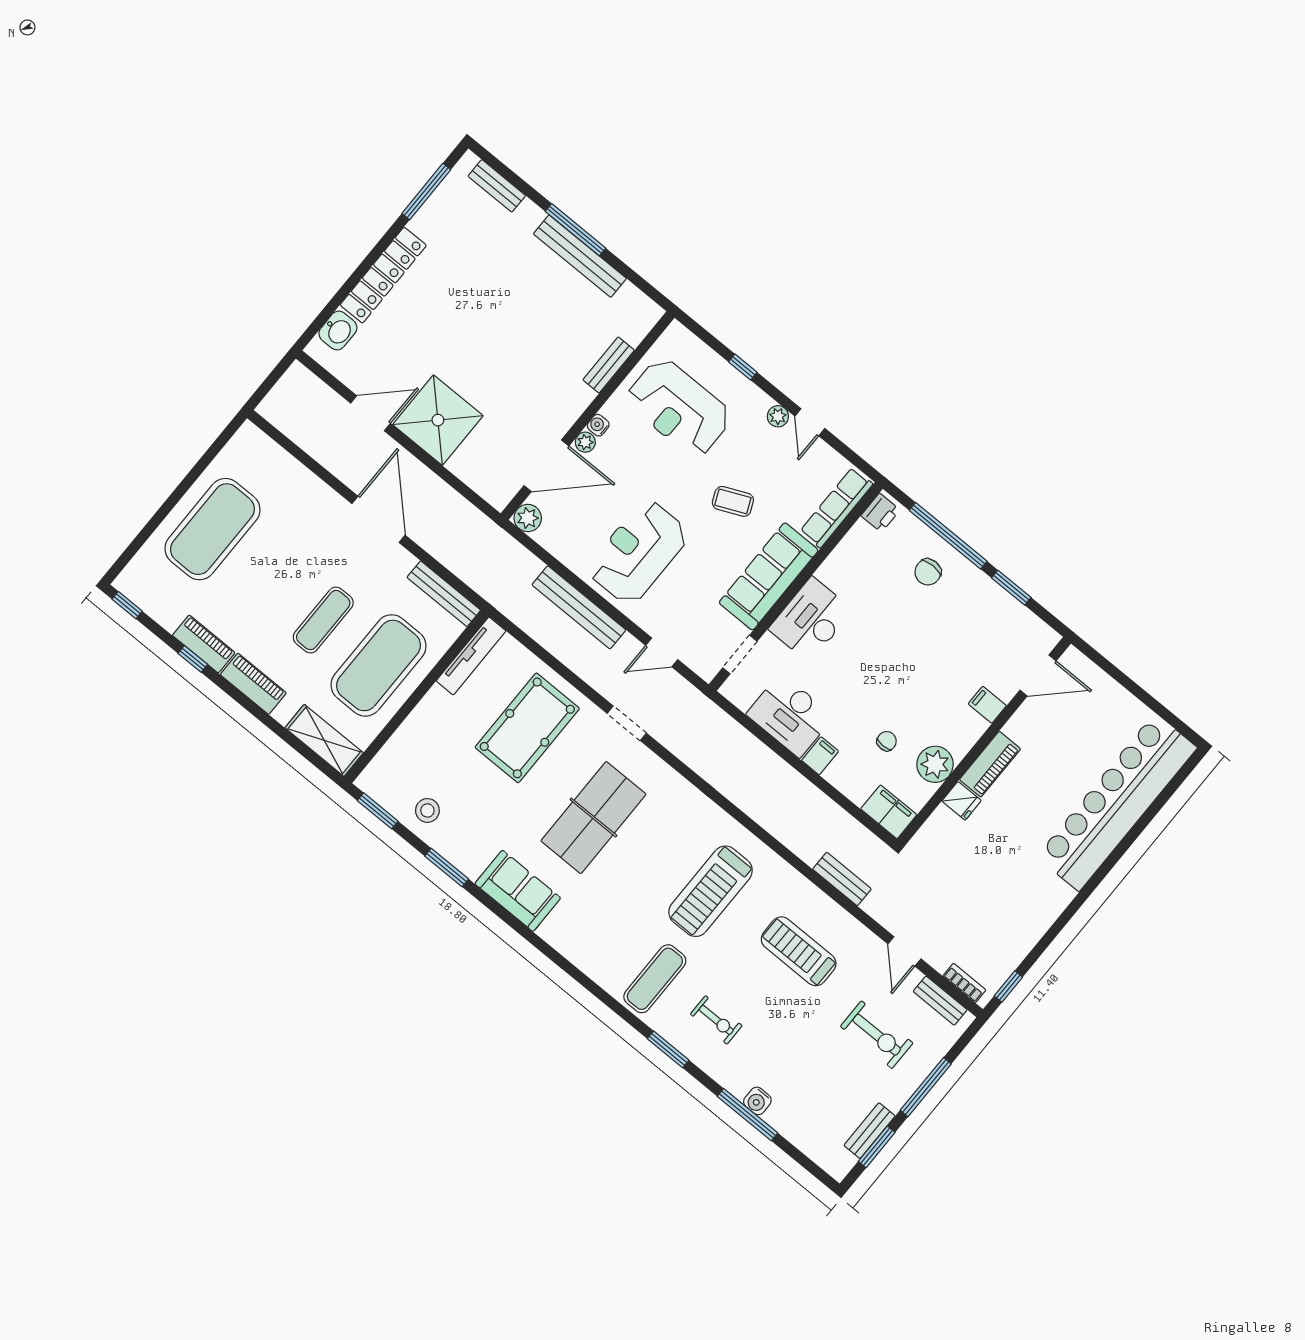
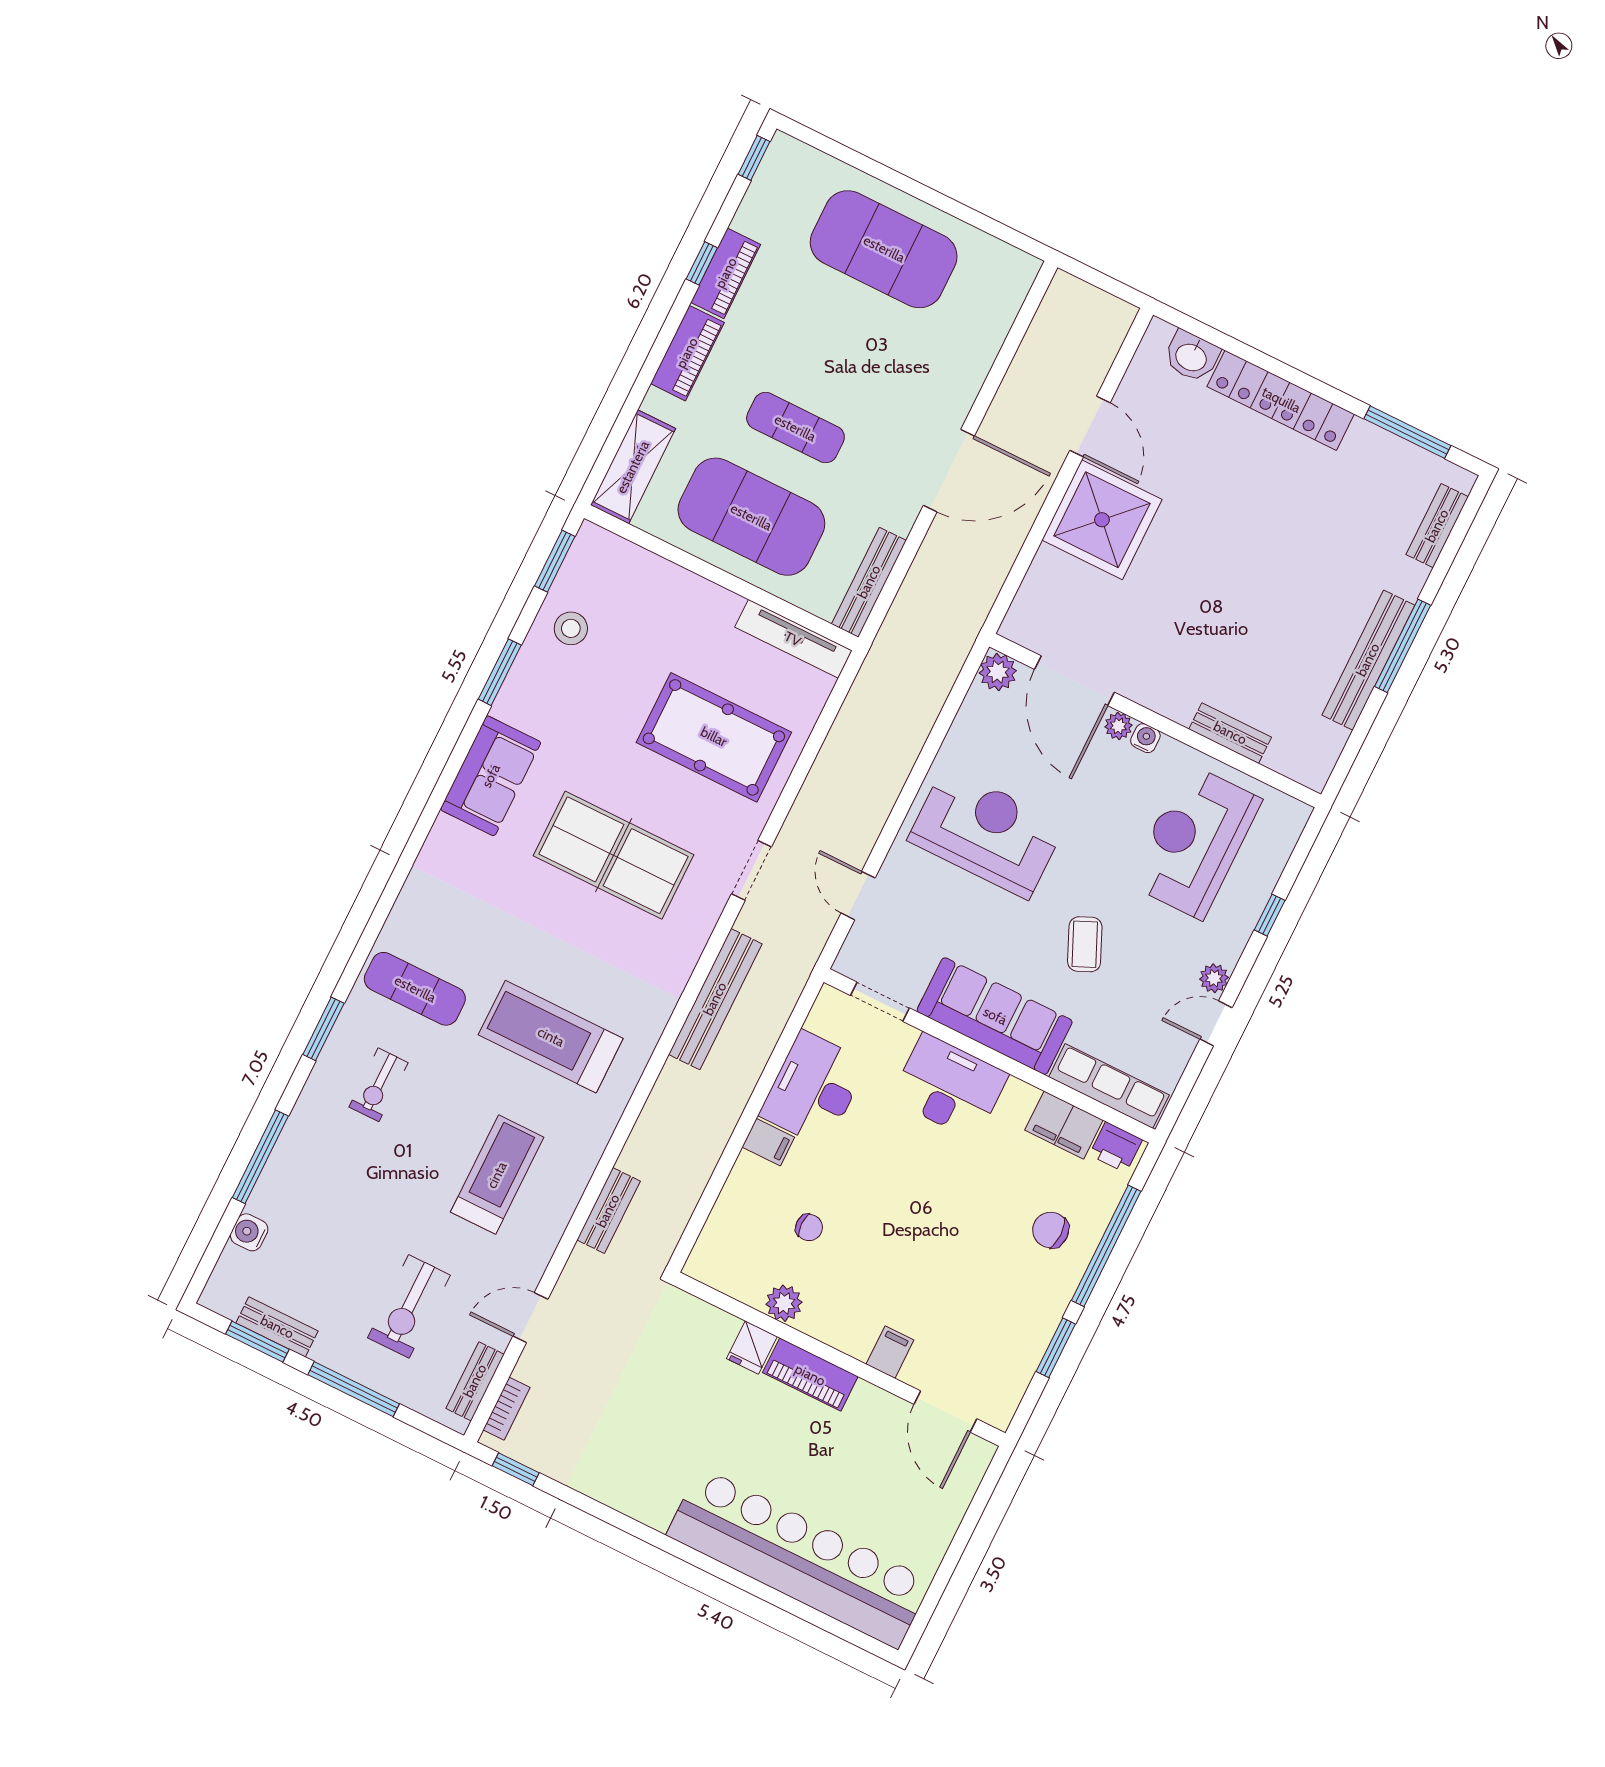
bench: (579, 607) -> (715, 999), moved
plant: (935, 764) -> (784, 1303), width x0.73, depth x0.73
filing cabinet: (889, 812) -> (1064, 1125), moved, turned 90
water cooler: (757, 1101) -> (249, 1232), moved

